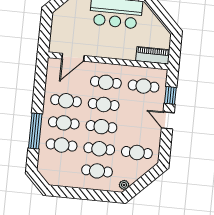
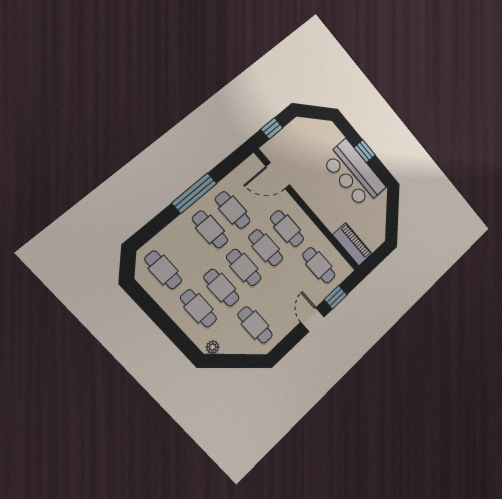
window: (45, 34) -> (272, 128), added
window: (35, 131) -> (194, 193), moved
cafe table: (62, 145) -> (163, 270), moved

